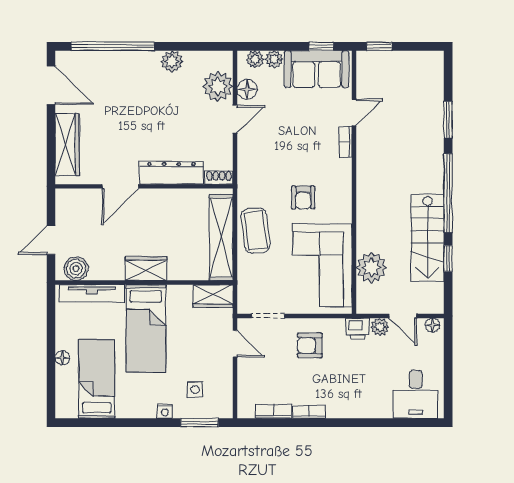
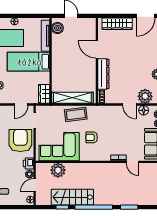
wardrobe: (146, 269) -> (57, 62), removed
armchair: (310, 345) -> (20, 141), width x1.88, depth x1.88

